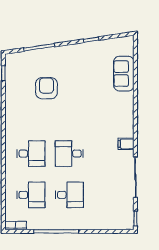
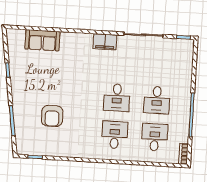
armchair: (47, 88) -> (52, 116), turned -90
filing cabinet: (126, 144) -> (105, 42), width x2.00
desk: (69, 195) -> (157, 100), turned 180

